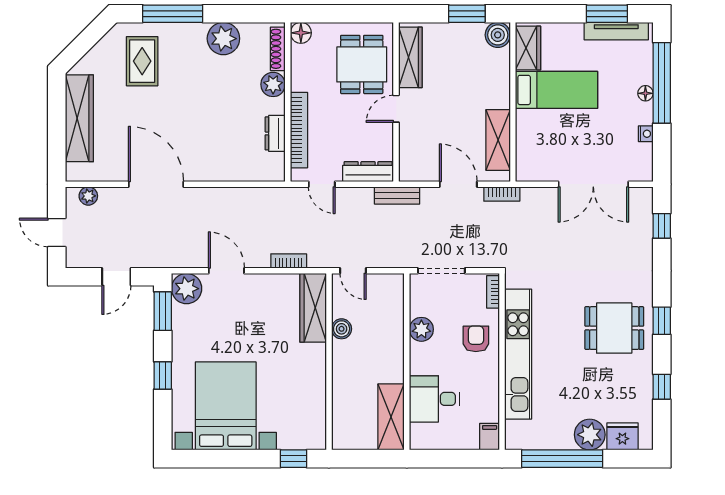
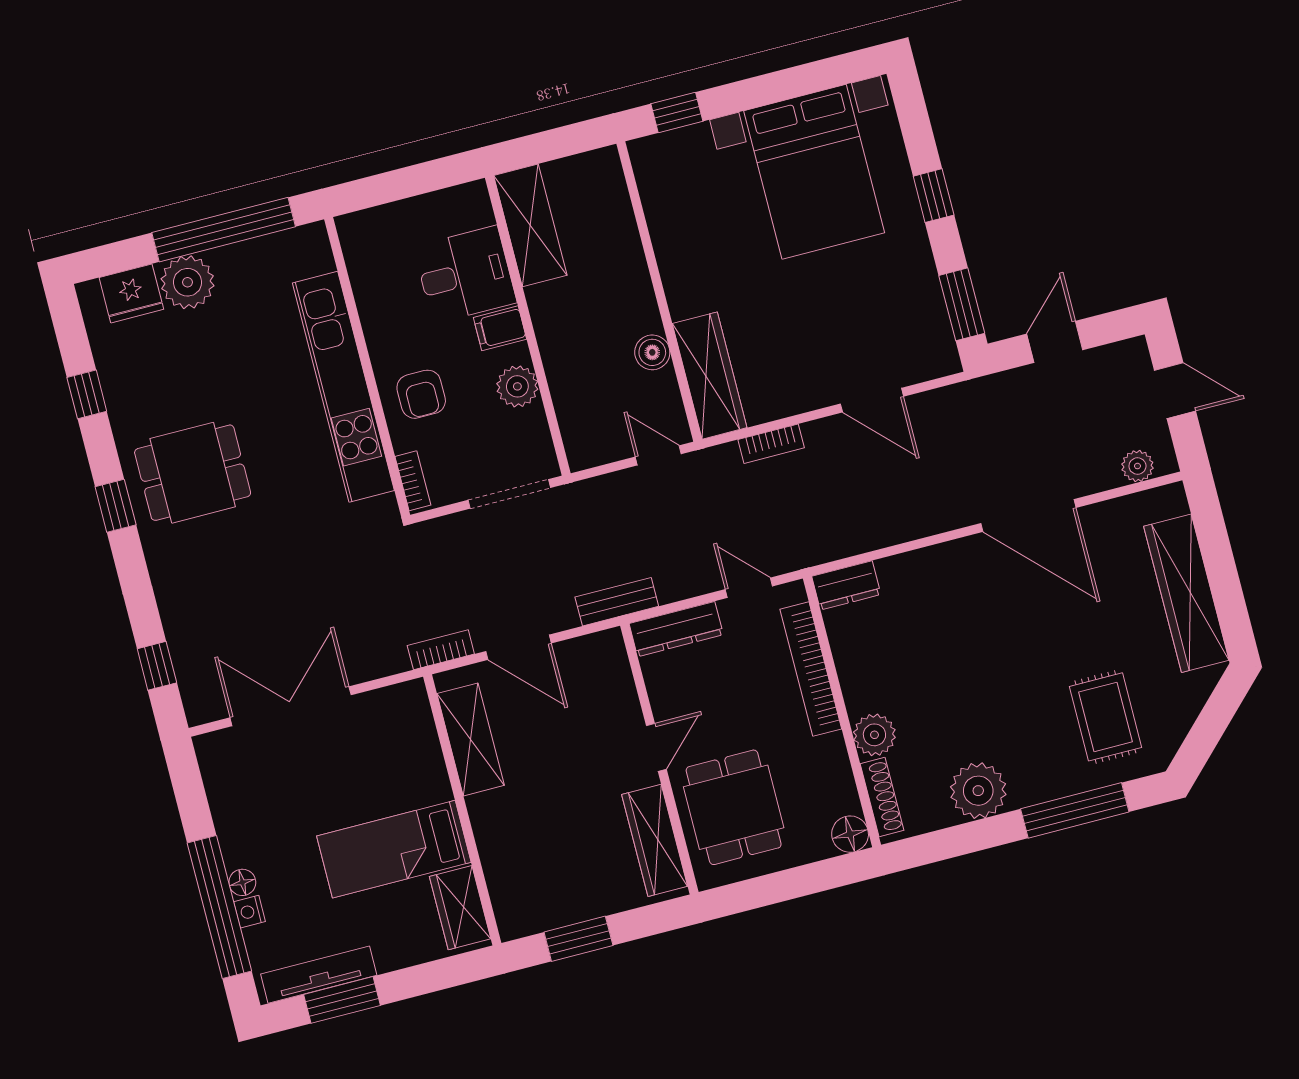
boiler: (498, 35) -> (517, 916), removed
dresser: (275, 133) -> (846, 585), moved, turned 90
nightstand: (646, 134) -> (249, 912), moved
plant: (187, 289) -> (931, 353), removed
filing cabinet: (490, 437) -> (500, 328), moved, turned 90

